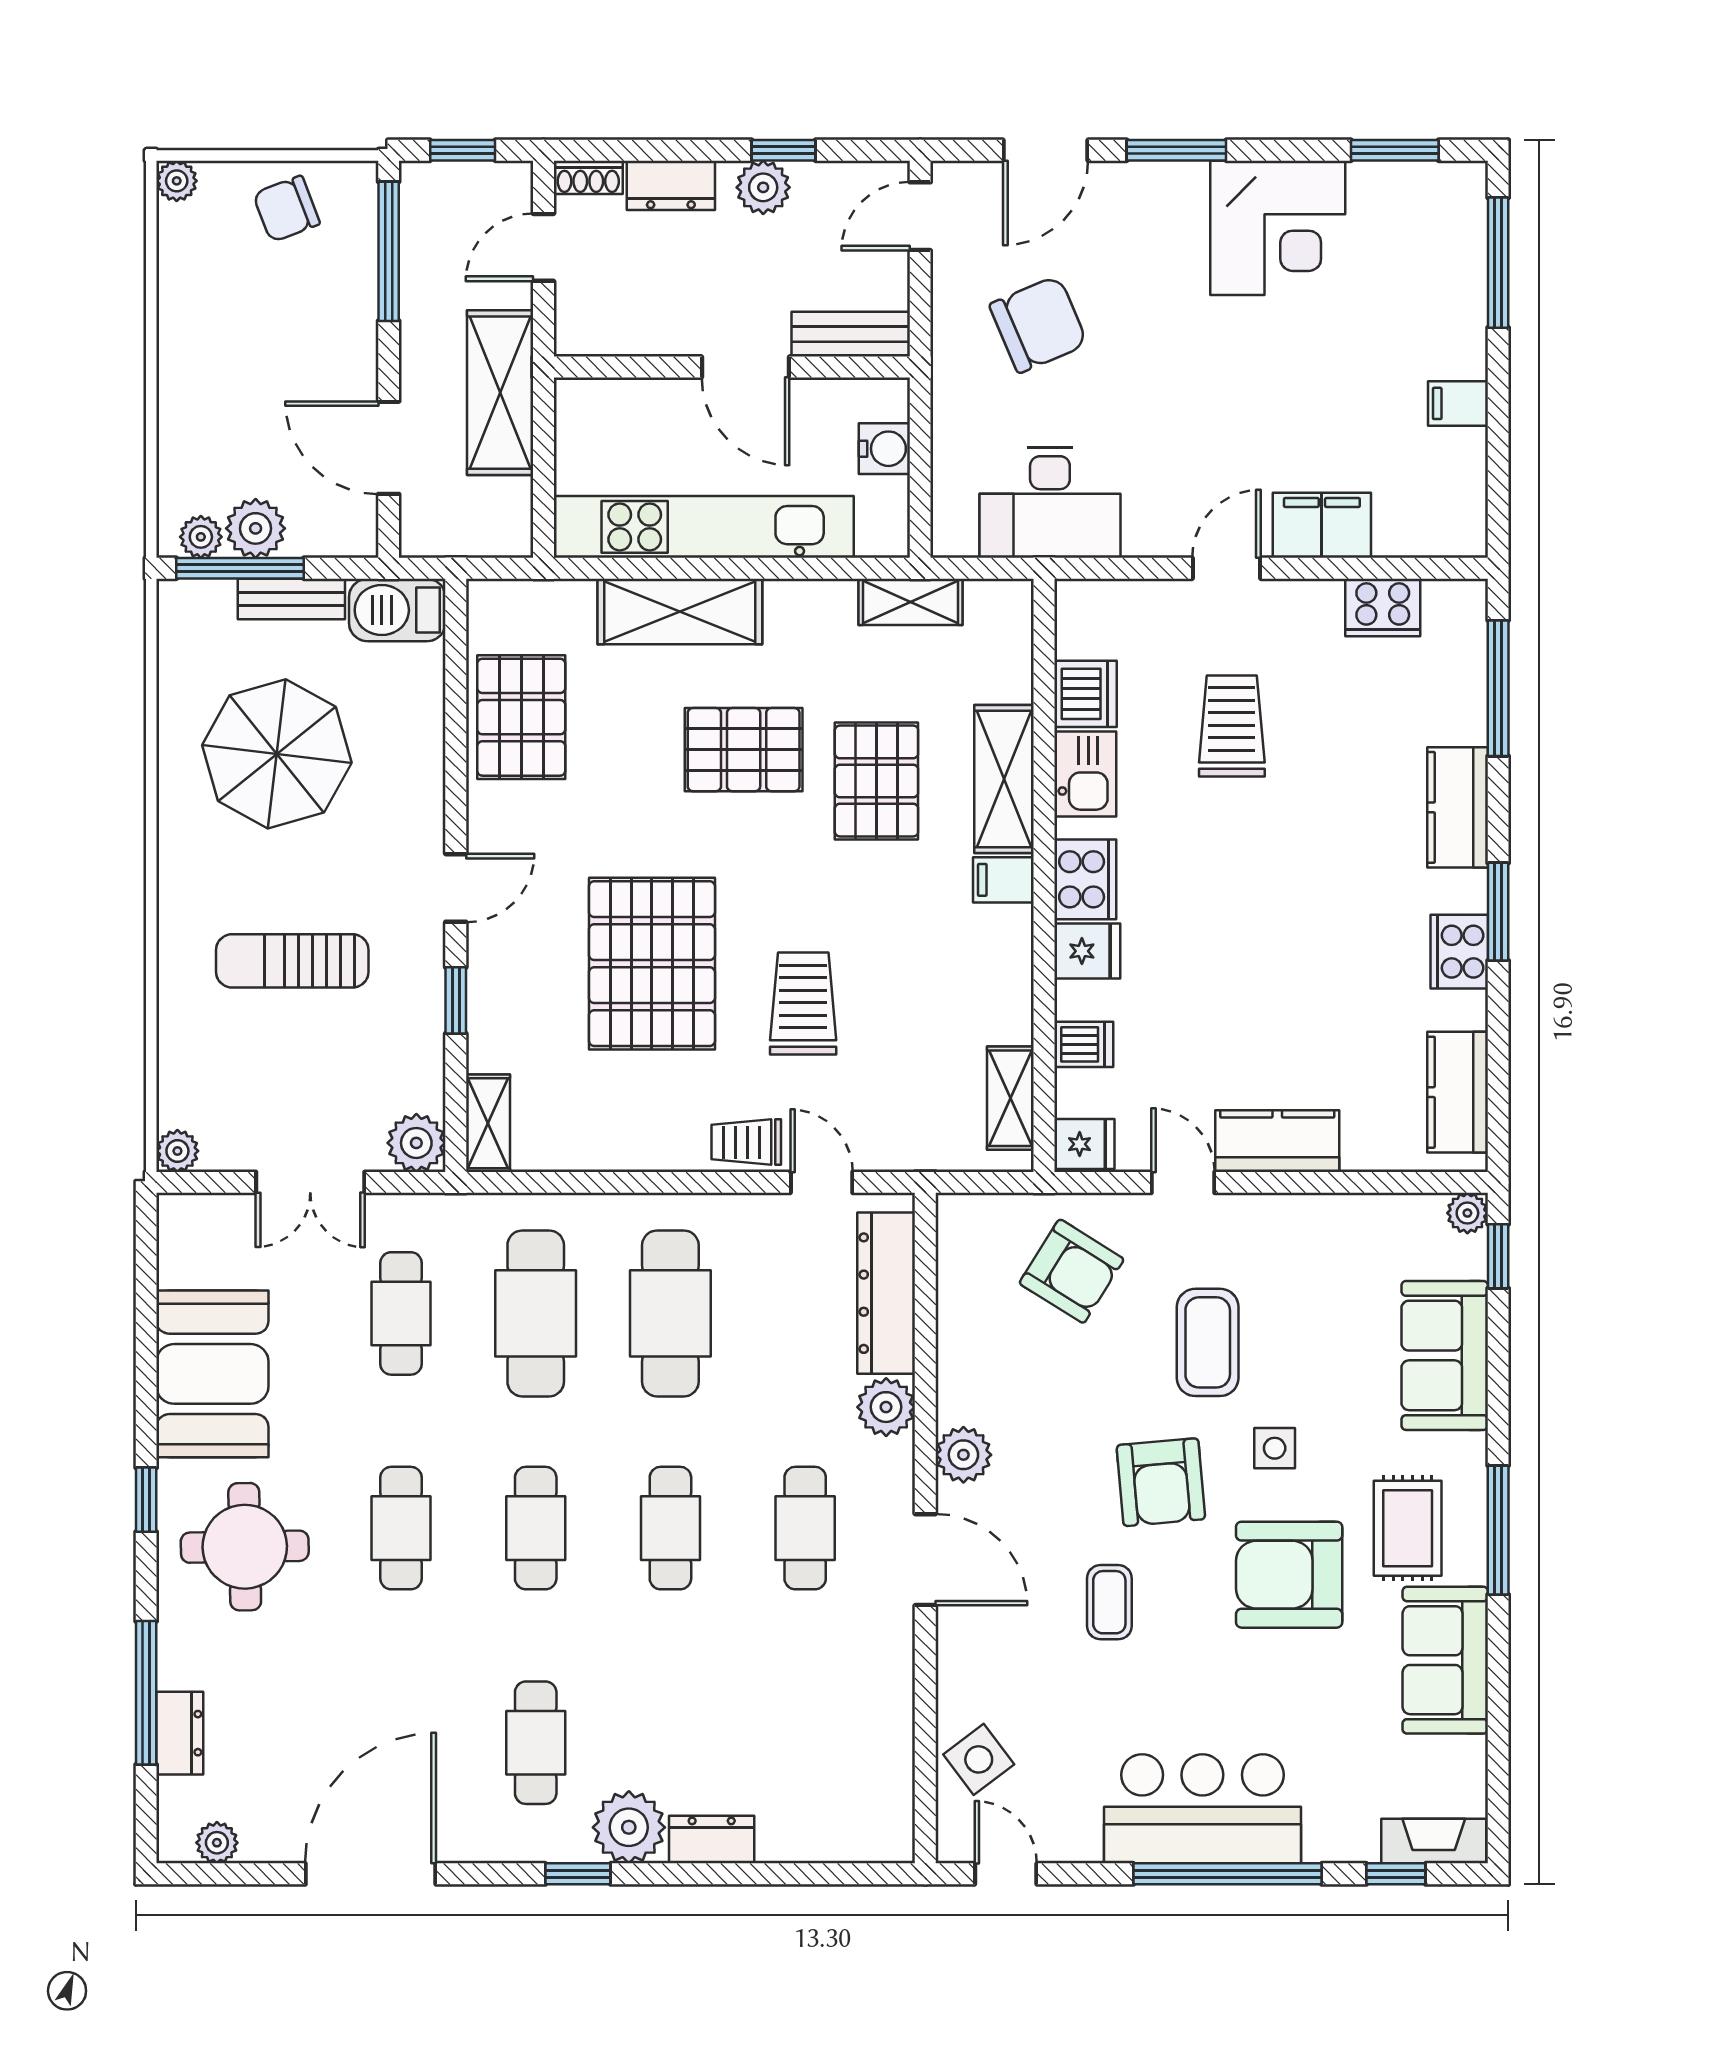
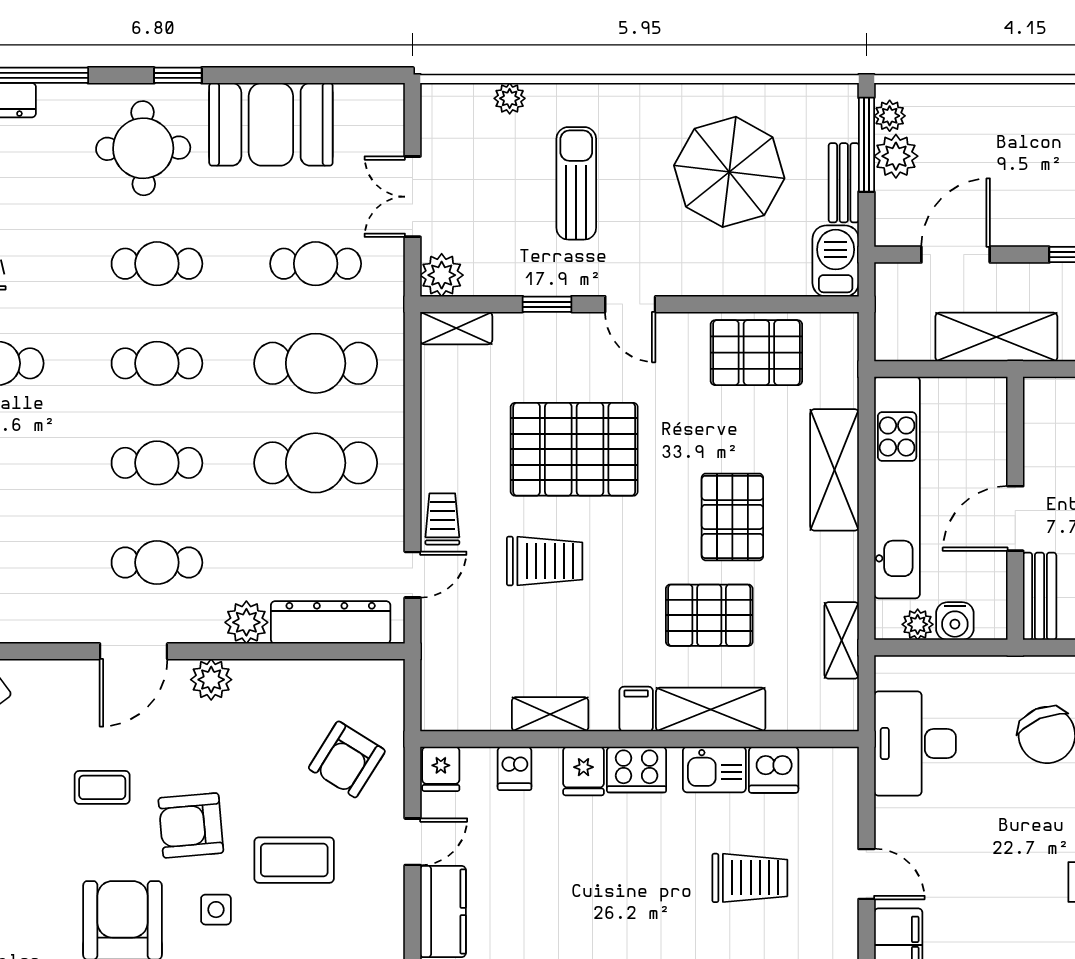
plant: (889, 499) -> (918, 624), added
shelving: (1010, 1098) -> (550, 714), moved
plant: (177, 1151) -> (510, 98), moved

